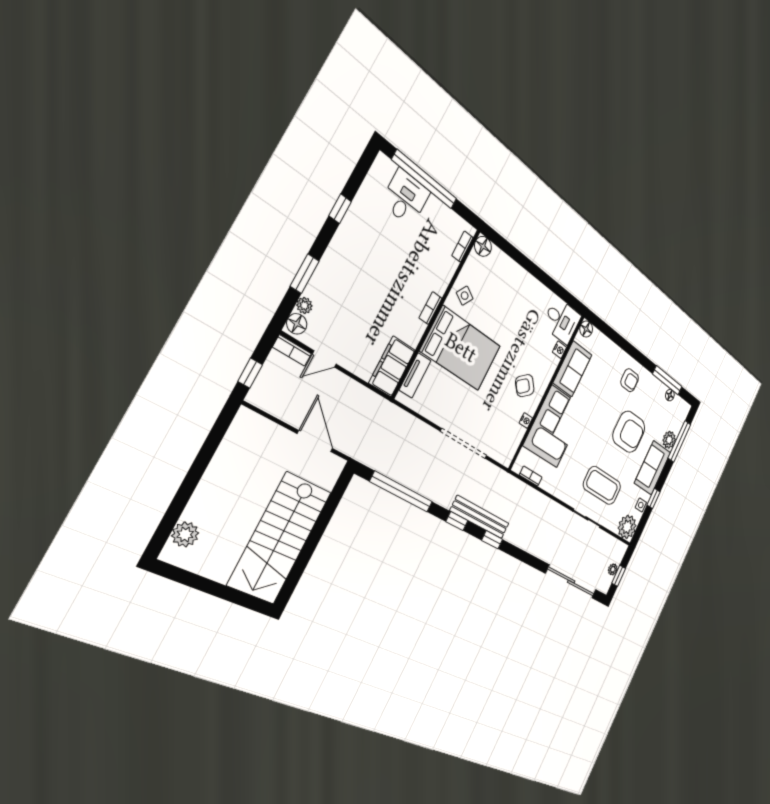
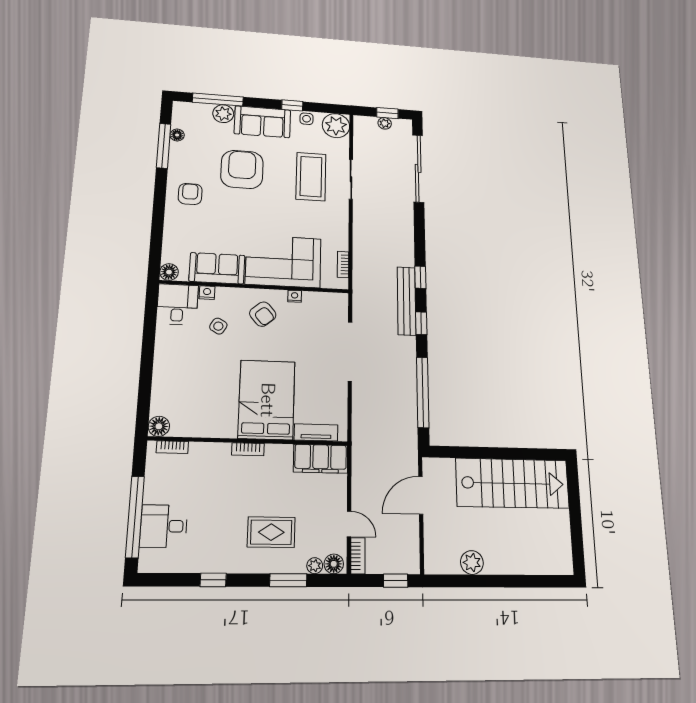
rug: (354, 285) -> (271, 532), added
side table: (465, 296) -> (218, 326), moved
plant: (185, 534) -> (472, 562), moved

